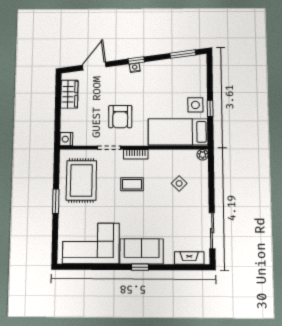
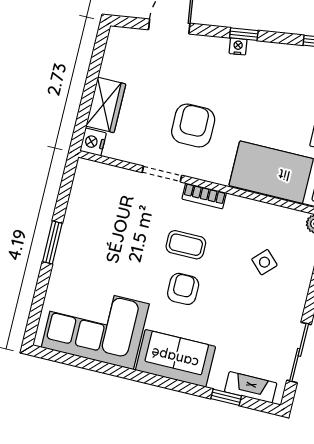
wardrobe: (69, 94) -> (106, 105), moved
armchair: (120, 117) -> (193, 125), turned 180
rug: (81, 180) -> (103, 218), removed
armchair: (136, 210) -> (183, 289), added
window: (140, 267) -> (226, 397), moved

